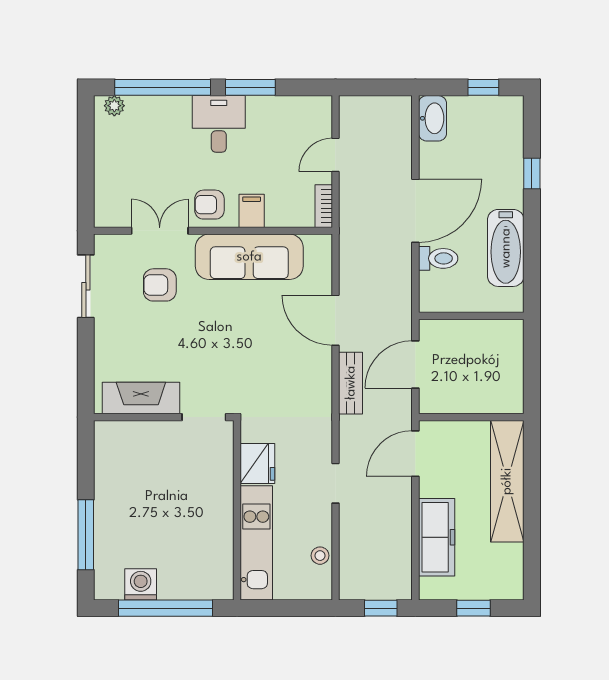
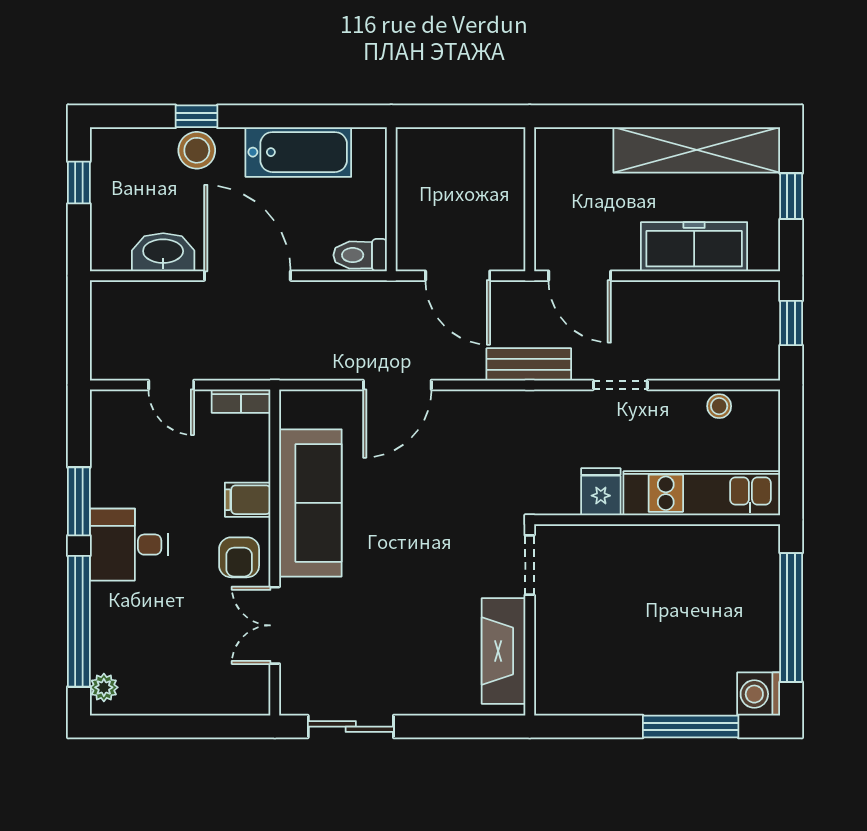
washbasin: (432, 118) -> (163, 252), moved
stool: (507, 174) -> (197, 150), added
toilet: (438, 258) -> (360, 255), moved, turned -90
armchair: (160, 285) -> (349, 625), removed
bench: (351, 383) -> (529, 364), moved
fridge: (257, 463) -> (601, 492), width x0.72
shelving: (507, 481) -> (697, 150), moved
washing machine: (141, 584) -> (759, 694), moved

